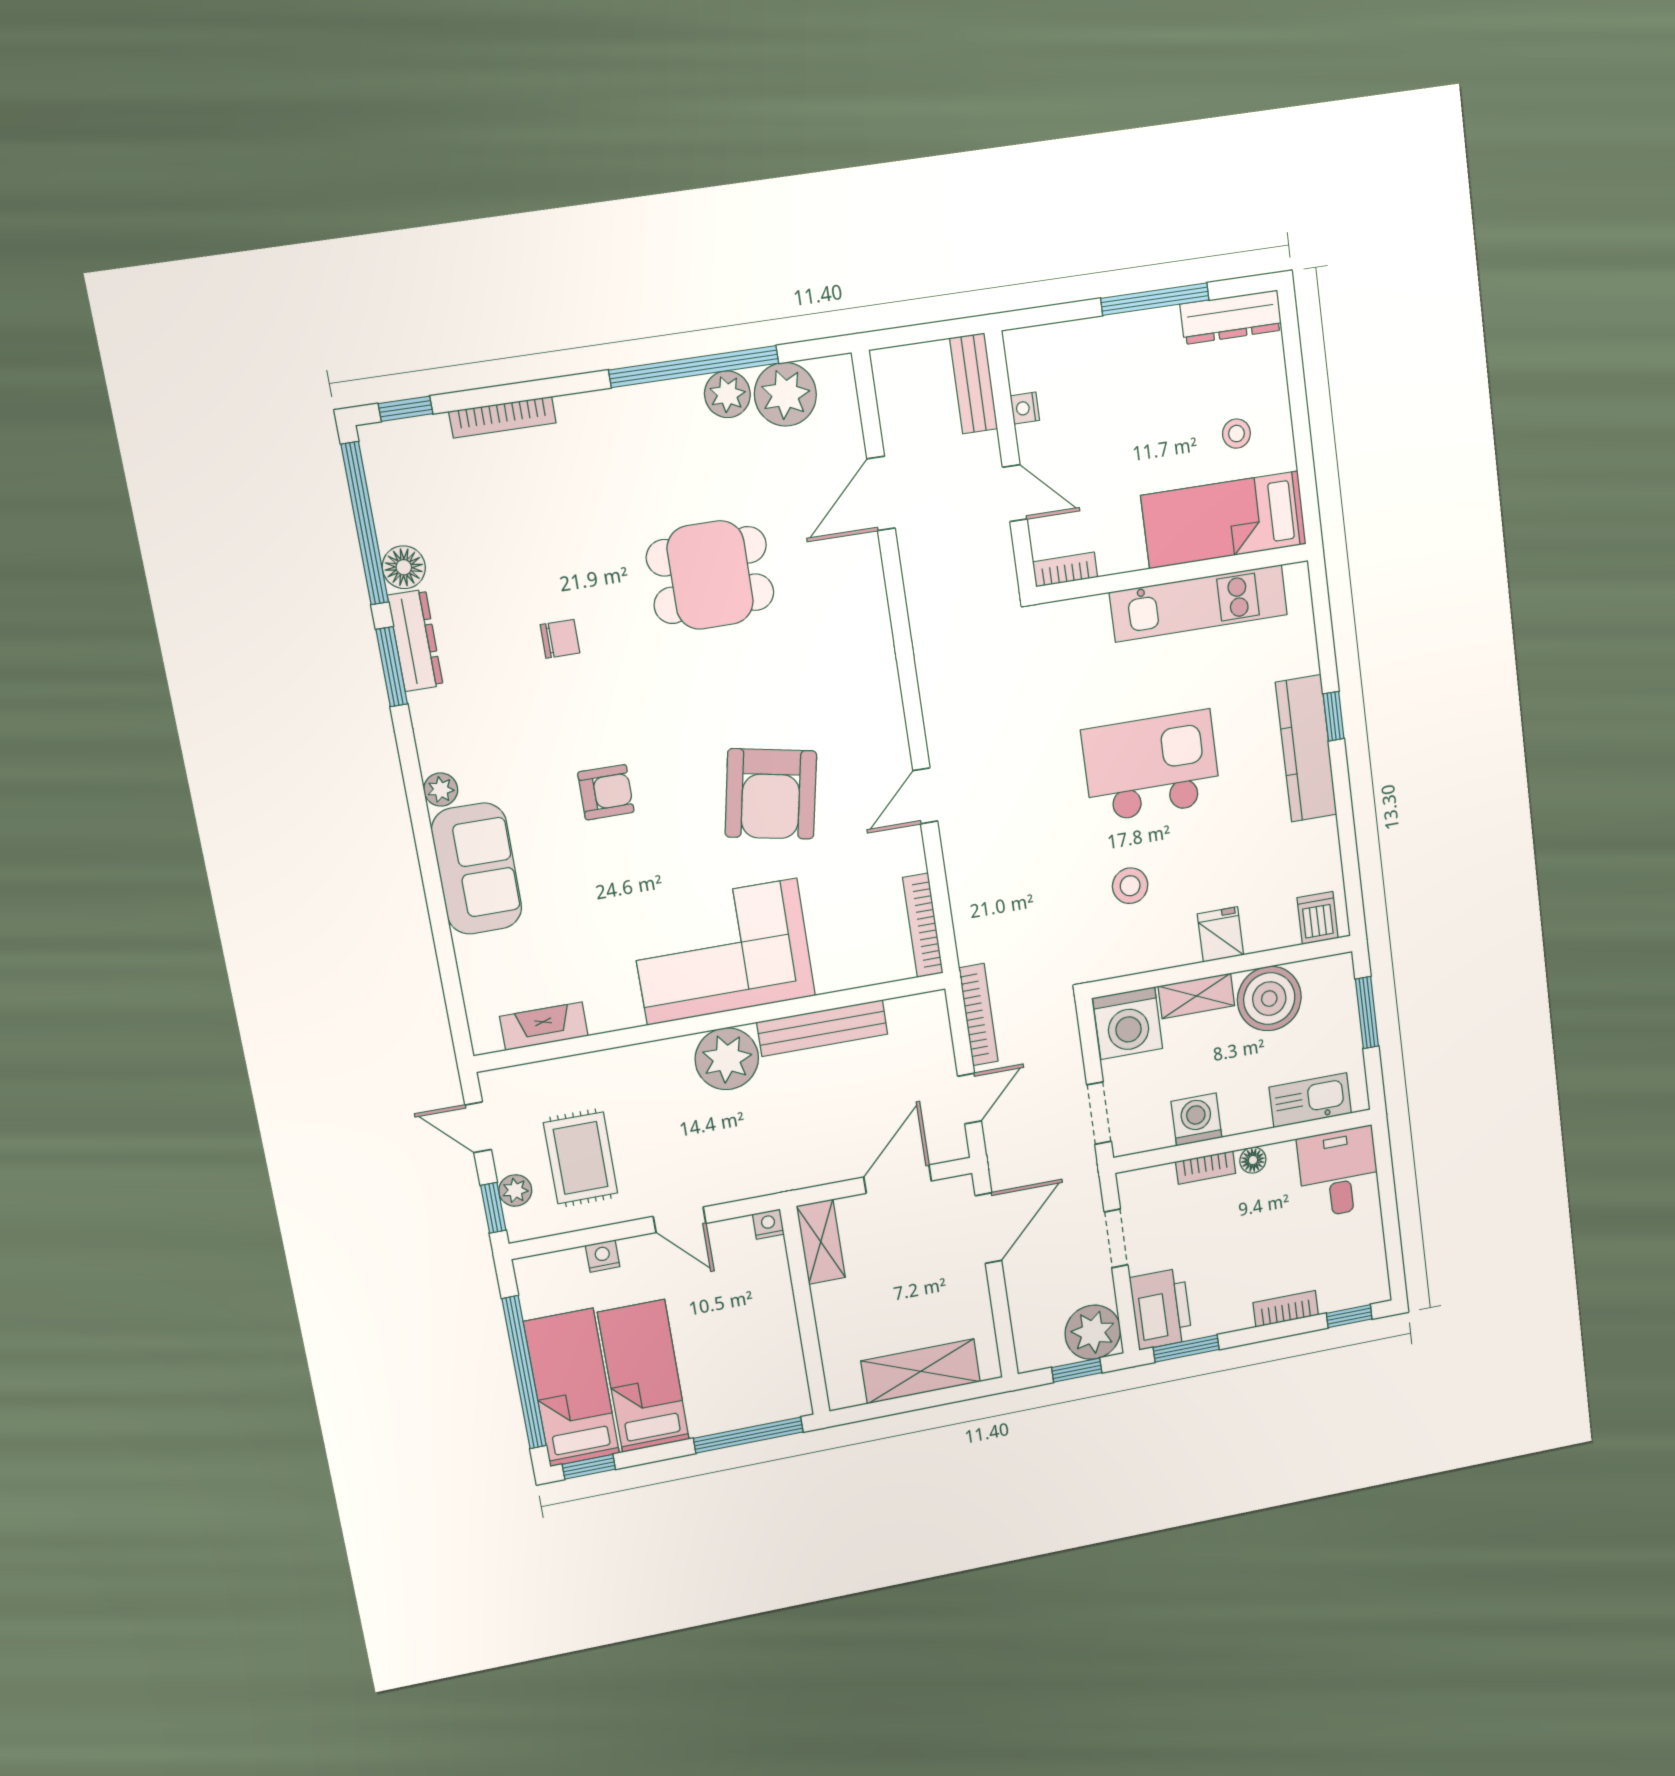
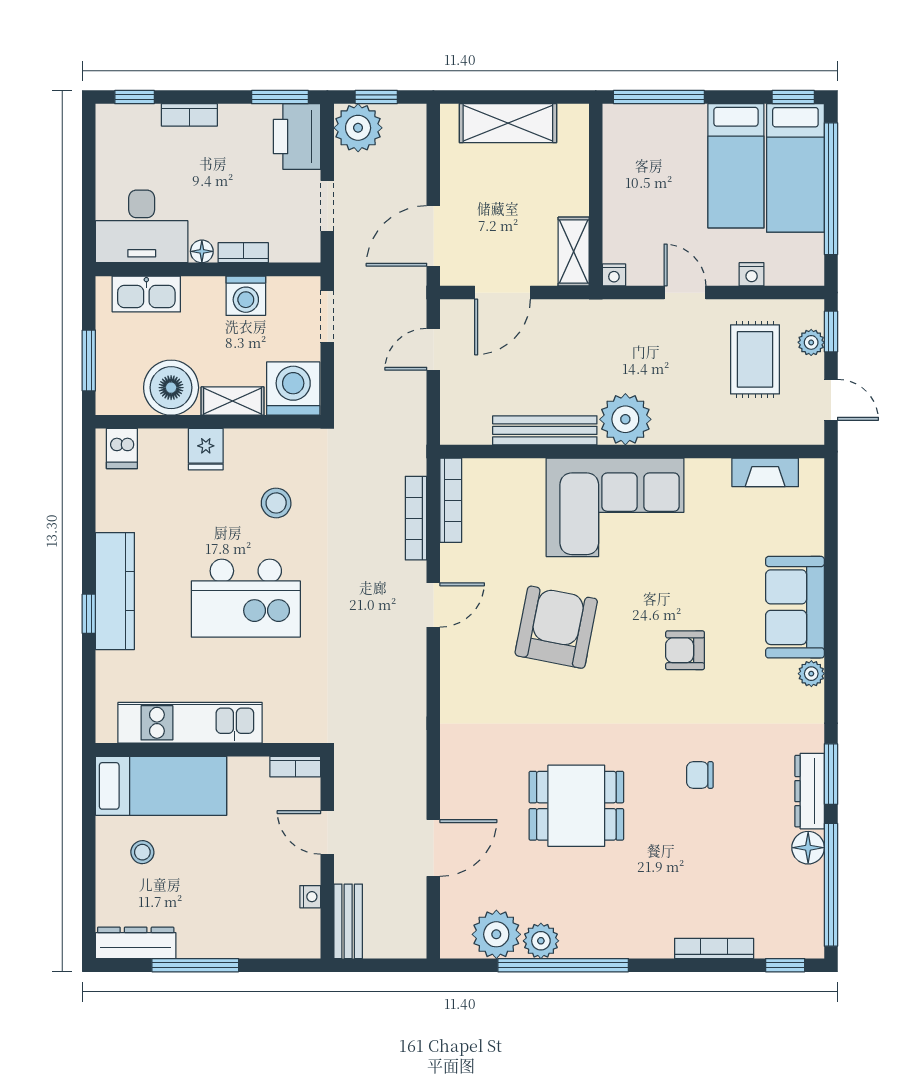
bookcase: (978, 1015) -> (416, 518), moved
desk: (1339, 1172) -> (142, 226), width x1.37

